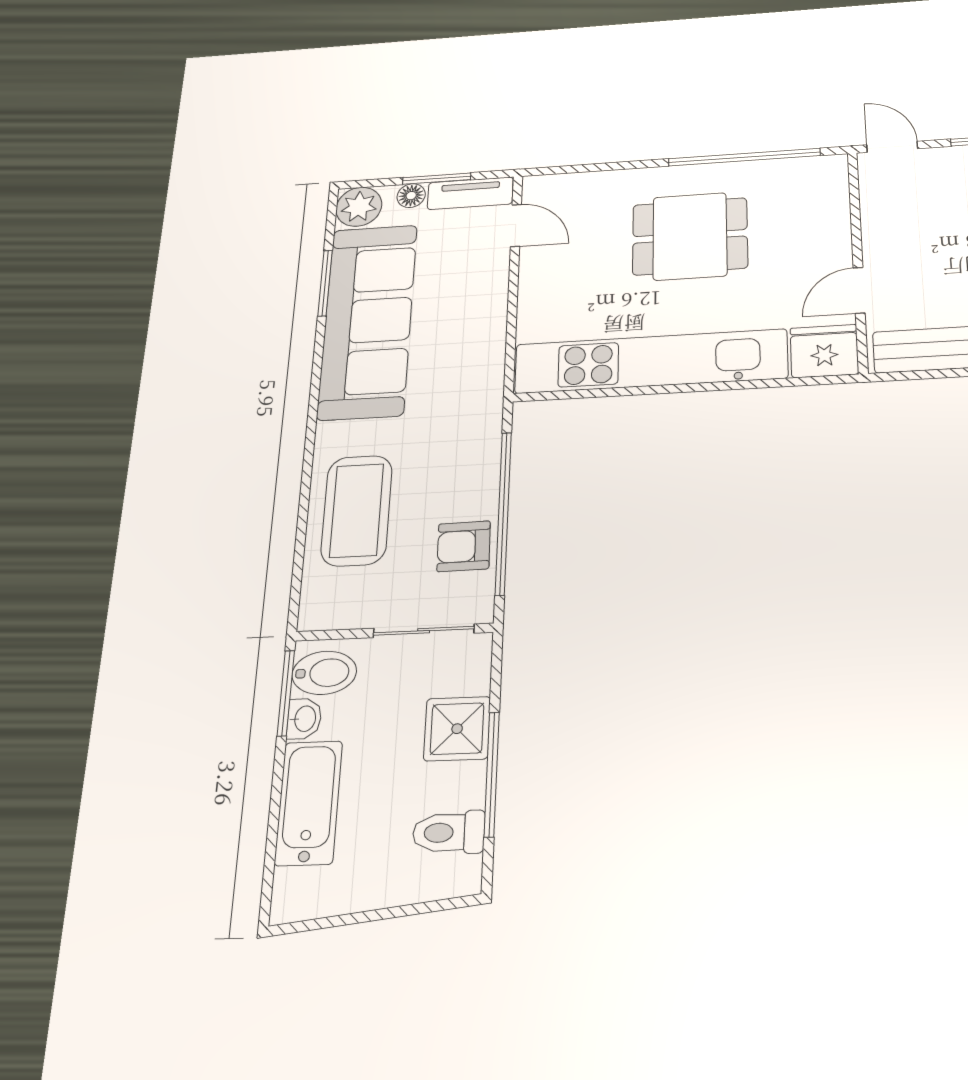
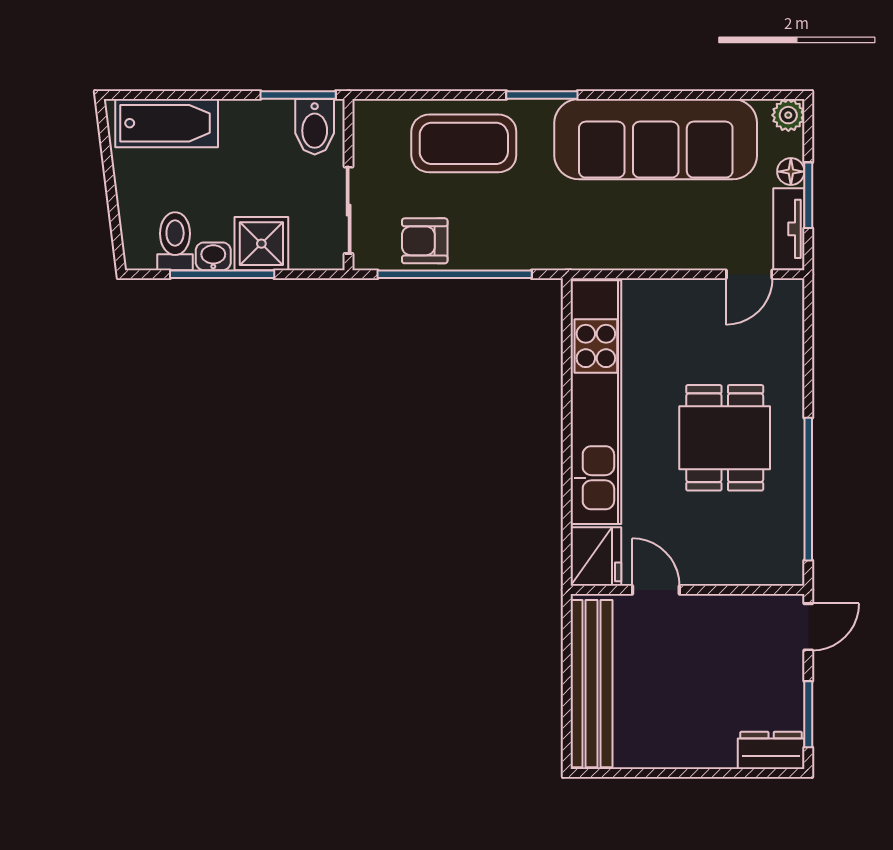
plant: (359, 207) -> (788, 115), width x0.73, depth x0.73
window: (325, 283) -> (542, 95), moved
armchair: (464, 546) -> (425, 241), turned -89
washbasin: (304, 719) -> (213, 256), moved, turned 180
bathtub: (309, 803) -> (167, 123), moved

